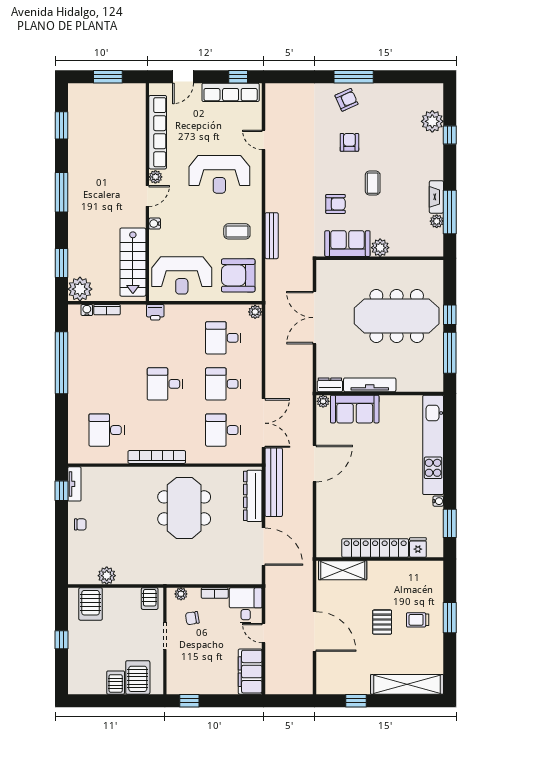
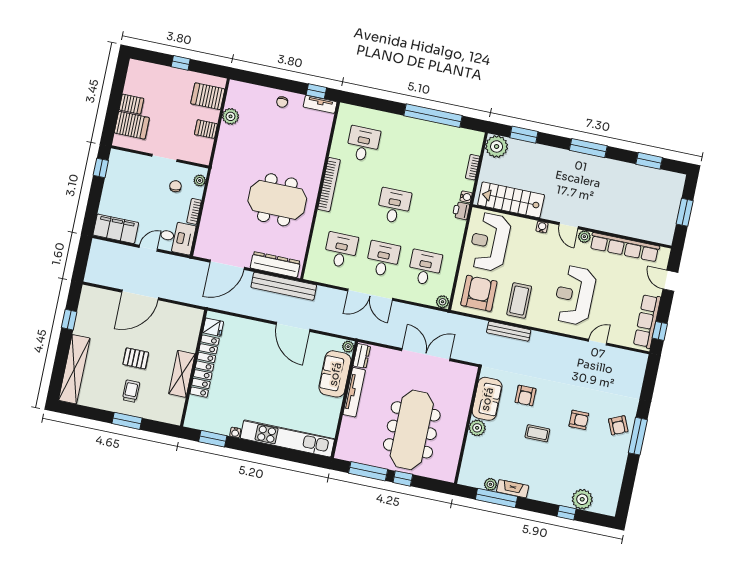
coffee table: (237, 231) -> (519, 300), width x1.36, depth x1.30
water cooler: (87, 310) -> (466, 197), moved
double door: (264, 423) -> (370, 295), moved
fridge: (418, 548) -> (213, 327), moved
shelving: (343, 570) -> (182, 374), moved
server rack: (150, 599) -> (206, 129), moved

